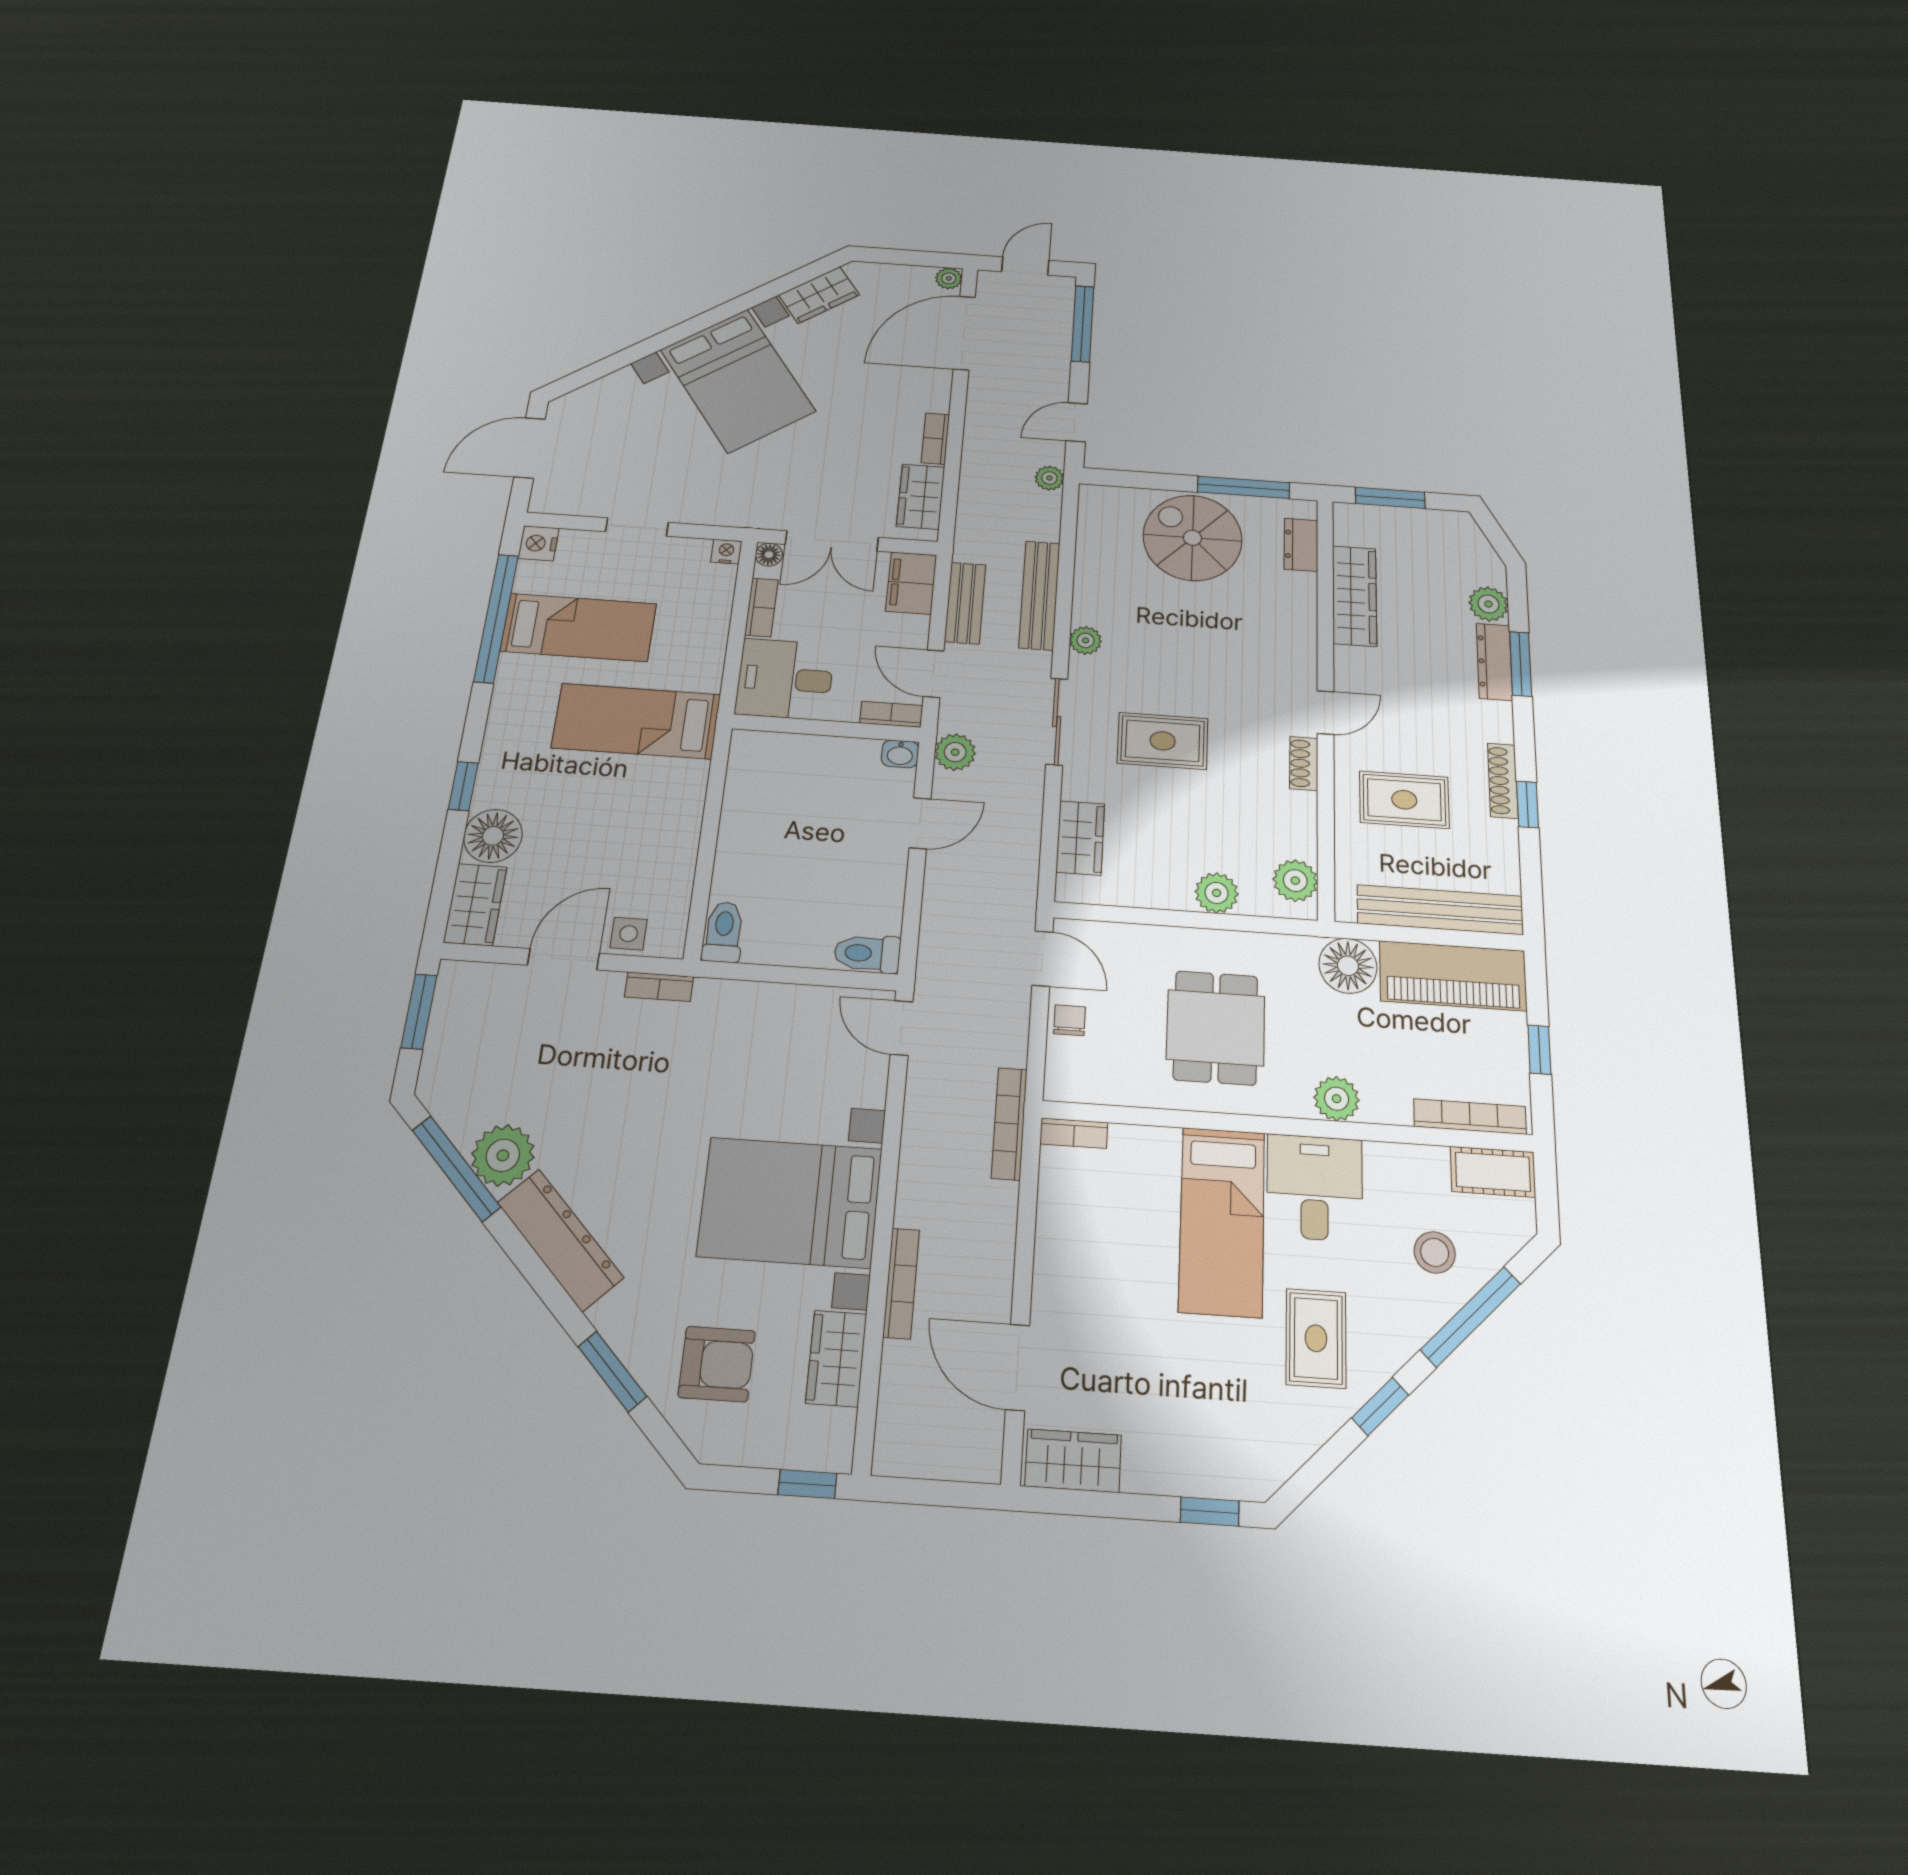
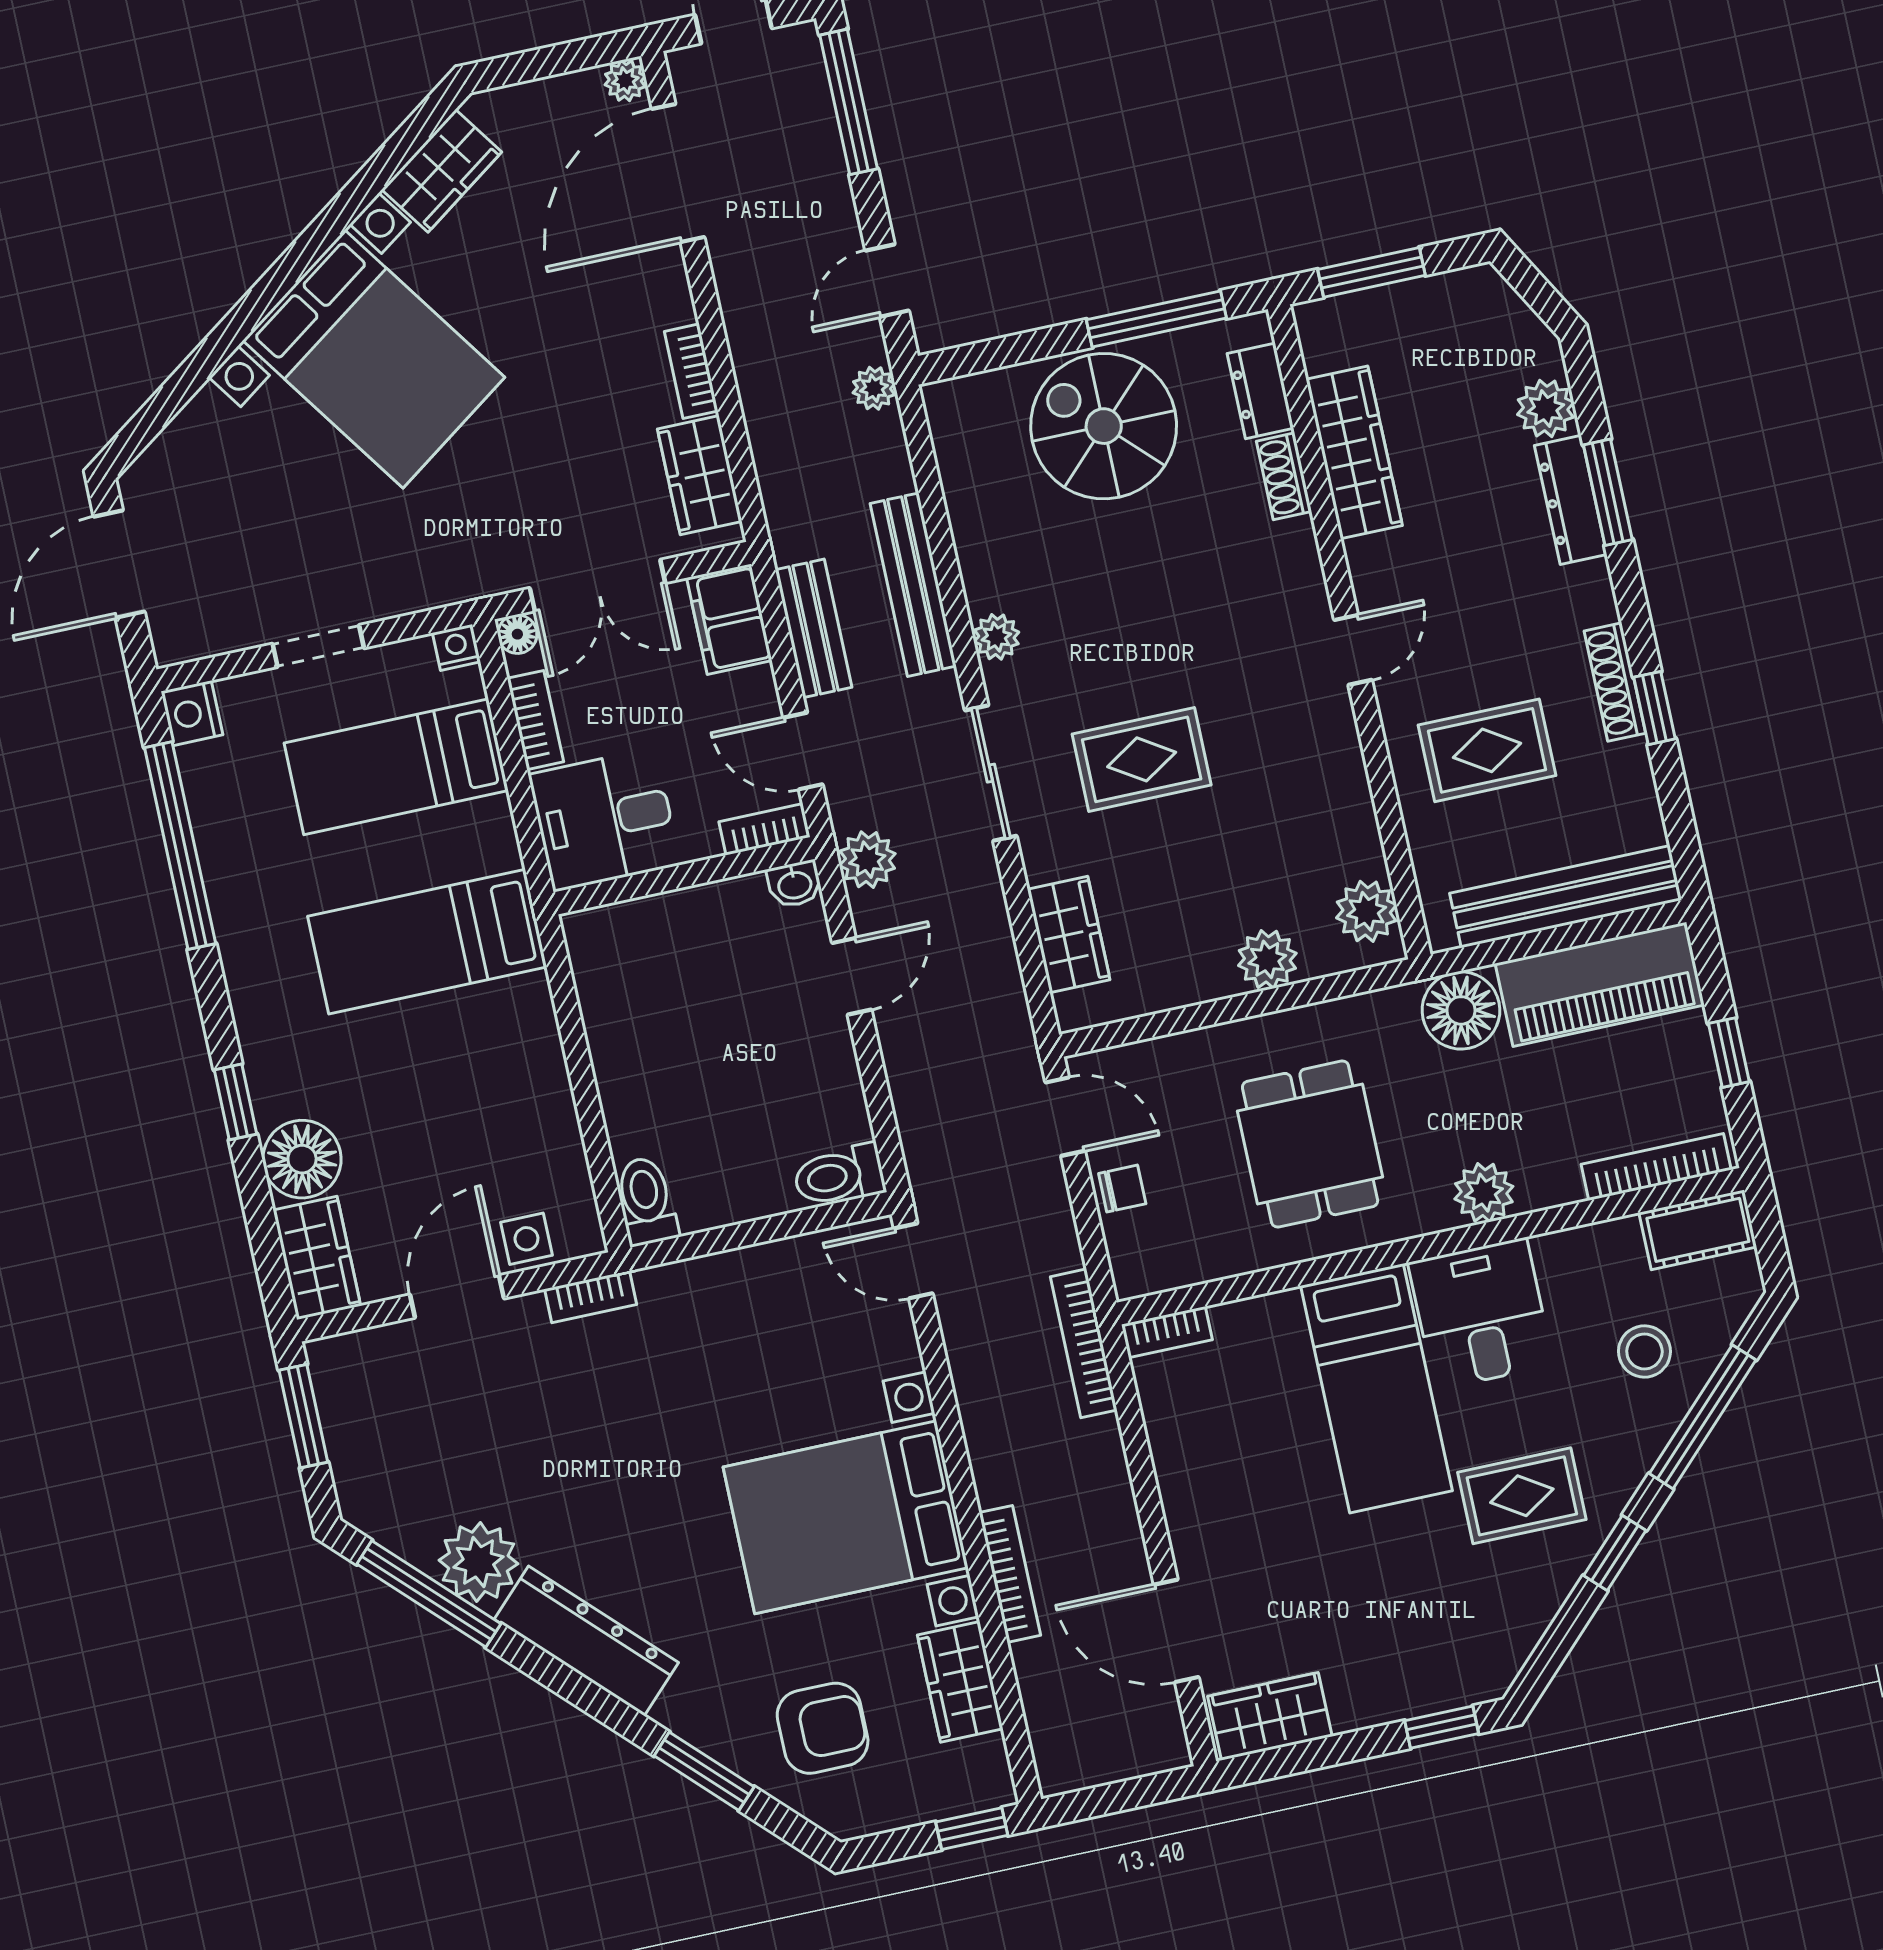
bed: (579, 627) -> (396, 767), moved, turned 180
shoe rack: (1304, 764) -> (1284, 476), moved
chair: (1070, 1020) -> (1122, 1189), turned 90
rug: (1316, 1338) -> (1522, 1496), turned 90

